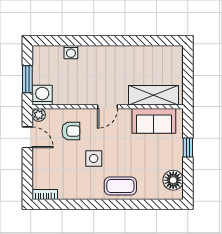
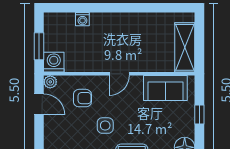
shelving: (153, 95) -> (185, 47), moved, turned 90

